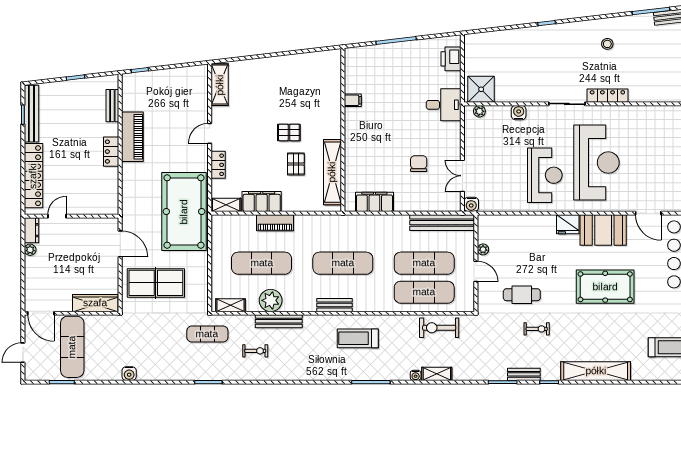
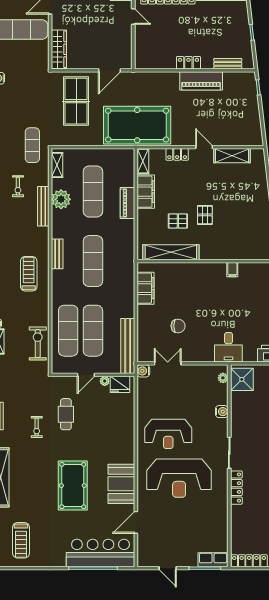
shelving: (220, 85) -> (232, 156), moved
fridge: (568, 224) -> (120, 384), moved, turned -90

